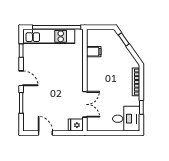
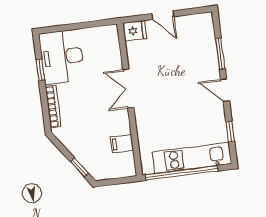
double door: (85, 104) -> (128, 89), moved
desk: (126, 119) -> (62, 57), width x1.37
door: (45, 133) -> (163, 15), moved

